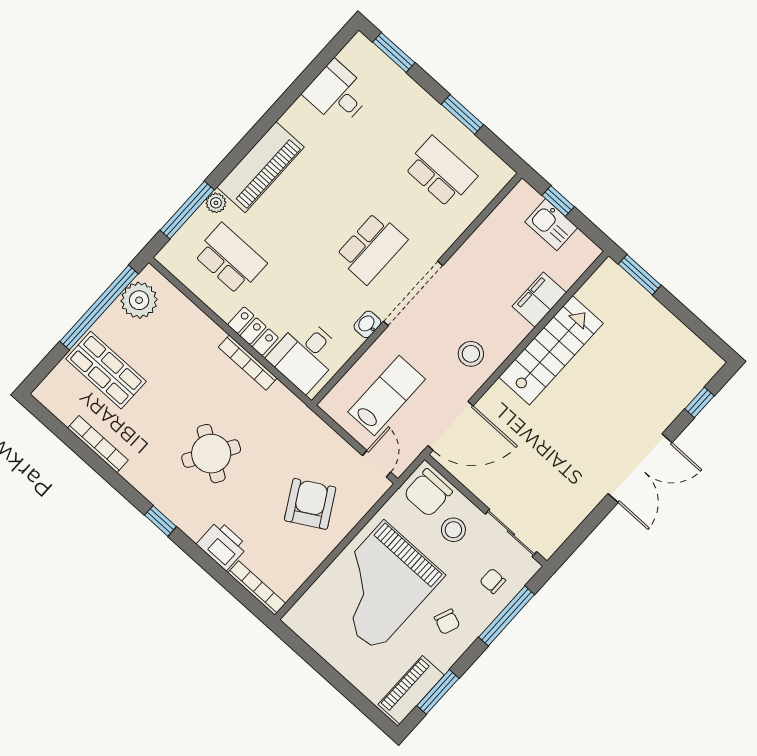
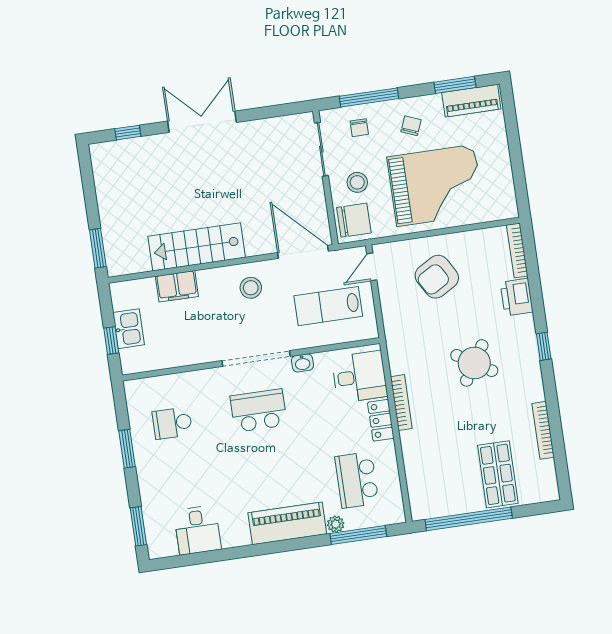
school desk: (440, 172) -> (172, 423), width x0.54
plant: (139, 300) -> (438, 502), removed

